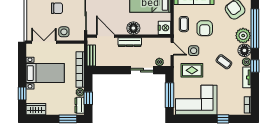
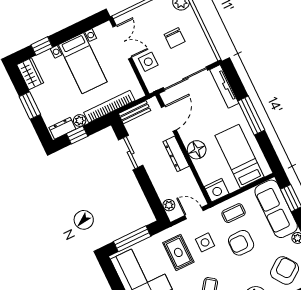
door: (172, 49) -> (194, 213), swing flipped
sliding door: (142, 70) -> (131, 153), moved
window: (68, 119) -> (30, 106), moved

